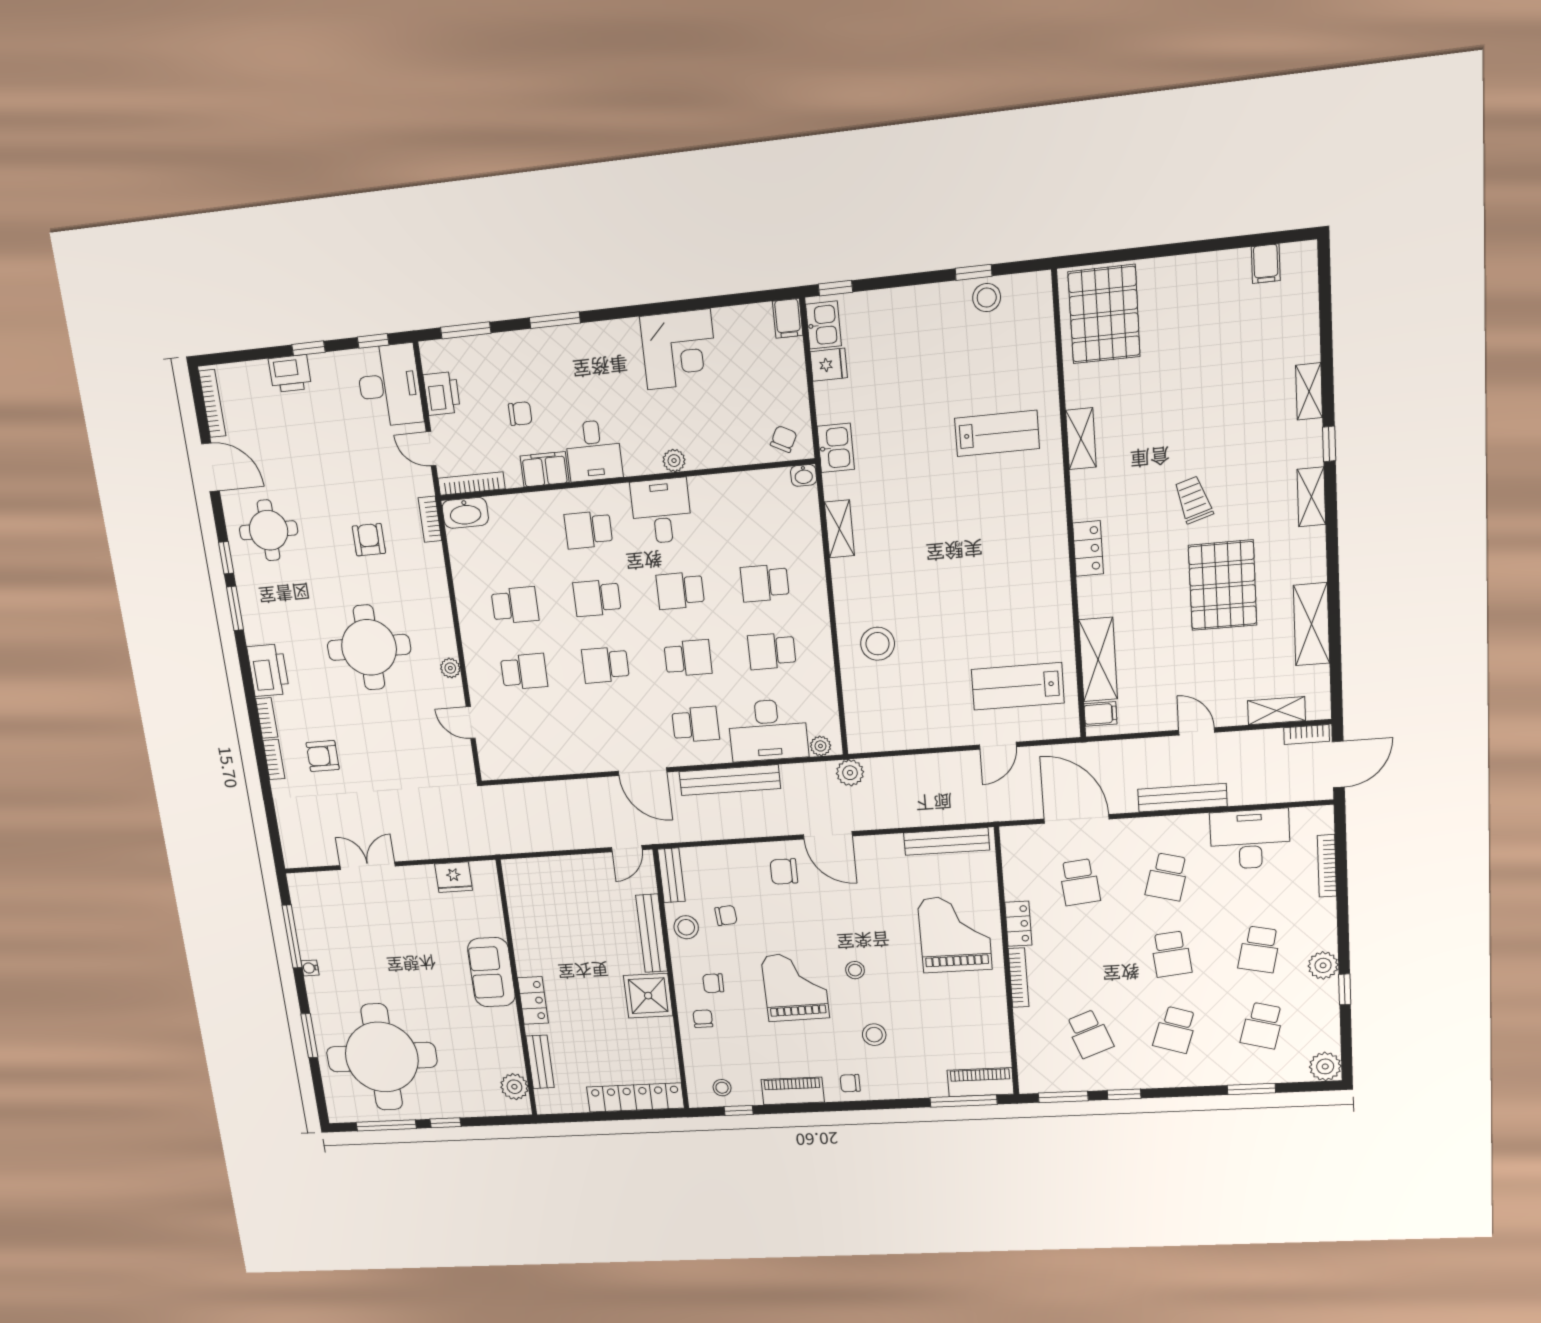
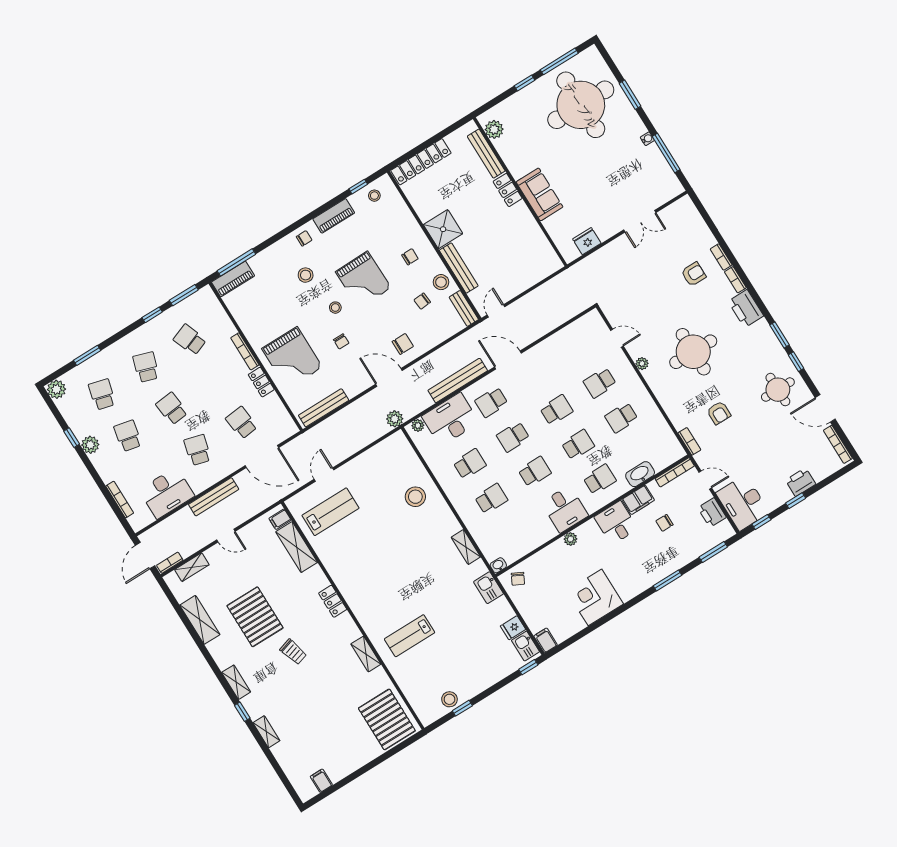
washbasin: (465, 513) -> (640, 474), moved
chair: (703, 1019) -> (341, 341), moved
bench: (540, 1062) -> (486, 154), width x1.36

